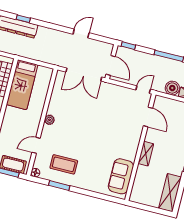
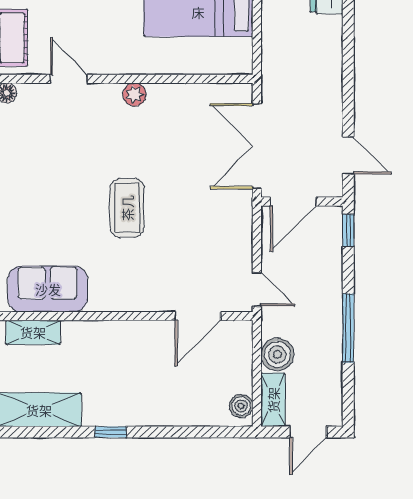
door: (81, 34) -> (348, 156), moved
shelving: (146, 154) -> (33, 332), moved
coffee table: (64, 164) -> (127, 208), moved

